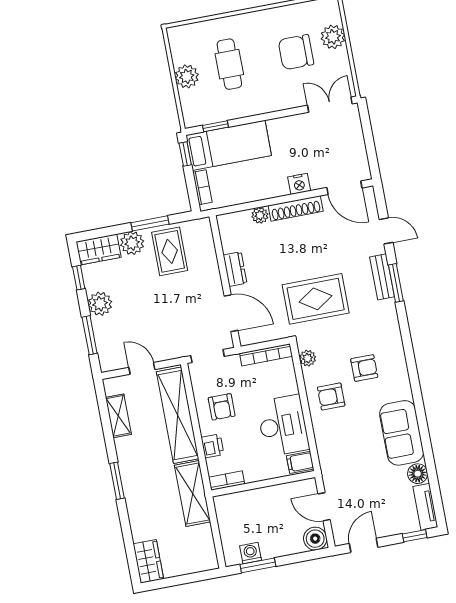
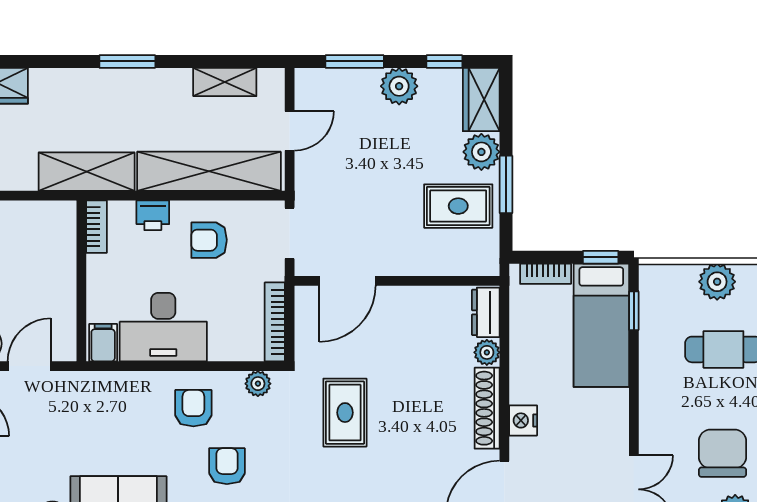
dresser: (235, 269) -> (486, 312), moved, turned 90
rug: (316, 299) -> (345, 413), width x0.73, depth x0.70
armchair: (364, 368) -> (227, 466), turned 180

